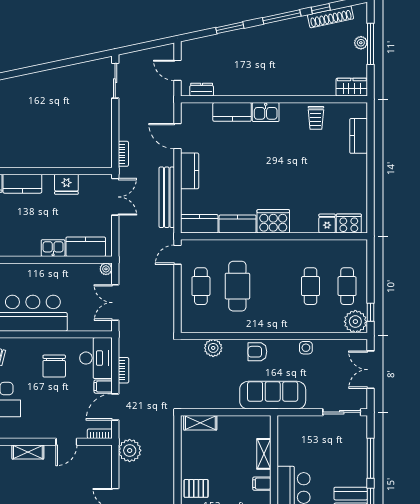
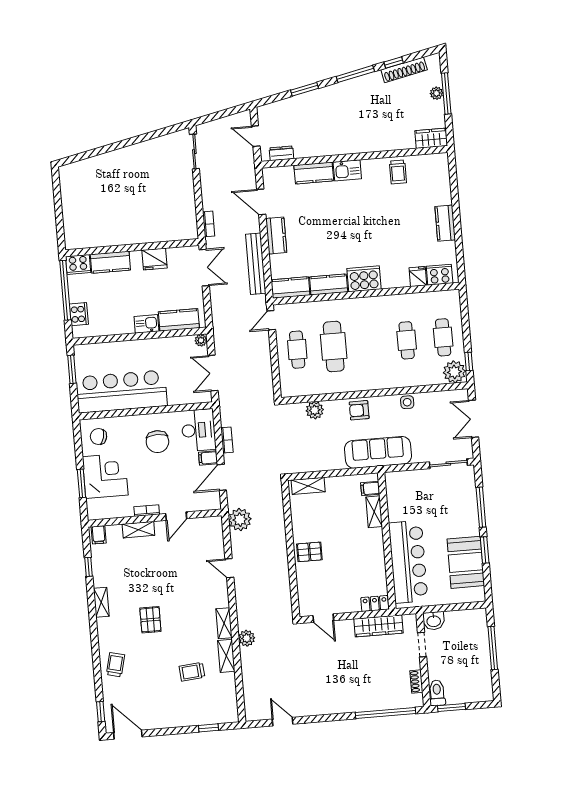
kitchen counter: (359, 136) -> (445, 223), moved
bookcase: (100, 434) -> (147, 511), moved
filing cabinet: (262, 484) -> (370, 488), moved

